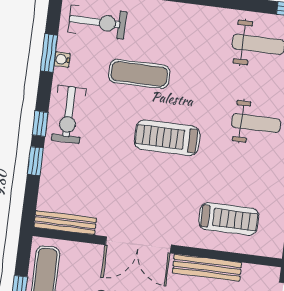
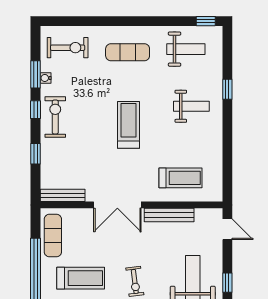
exercise mat: (139, 74) -> (128, 52), moved
exercise bike: (69, 114) -> (55, 117), turned 180
window: (40, 124) -> (35, 110), moved
treadmill: (167, 138) -> (128, 125), turned 90

